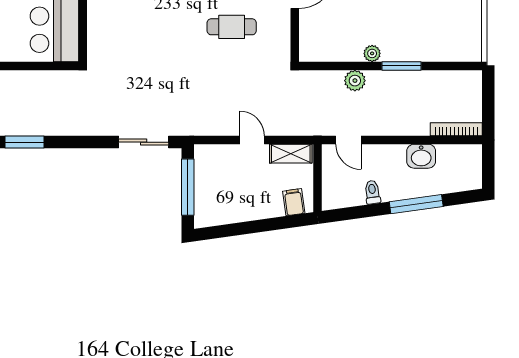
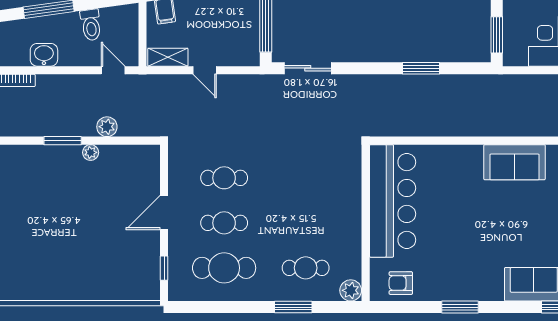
toilet: (372, 192) -> (91, 25), width x1.37, depth x1.39

